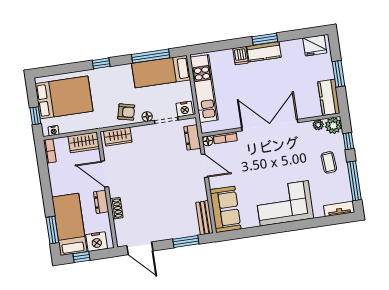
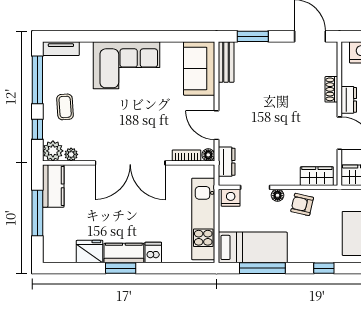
fridge: (315, 45) -> (90, 252), moved
window: (338, 74) -> (37, 213), width x1.44

